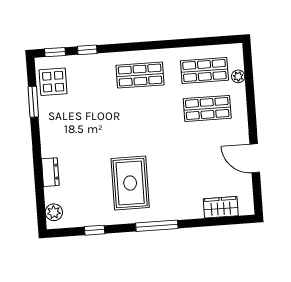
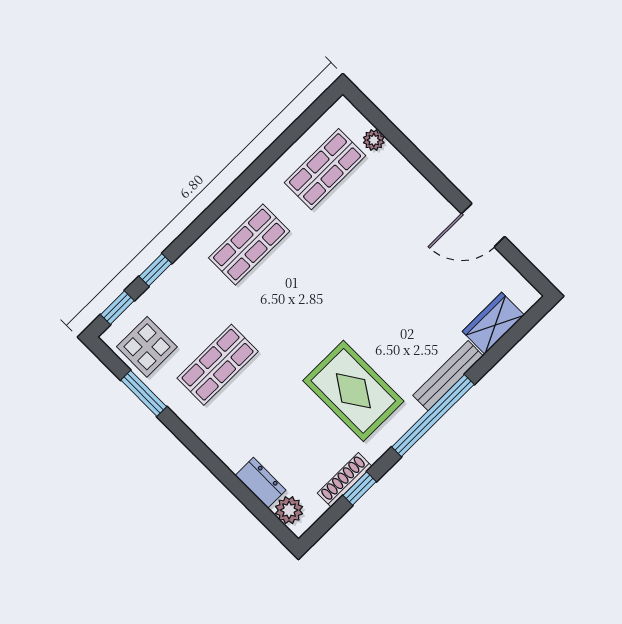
shop shelf: (207, 108) -> (218, 365), moved
dresser: (50, 172) -> (261, 483), moved
bench: (179, 213) -> (448, 376), added
shoe rack: (91, 220) -> (345, 480), added
window: (157, 226) -> (433, 416), width x1.46

